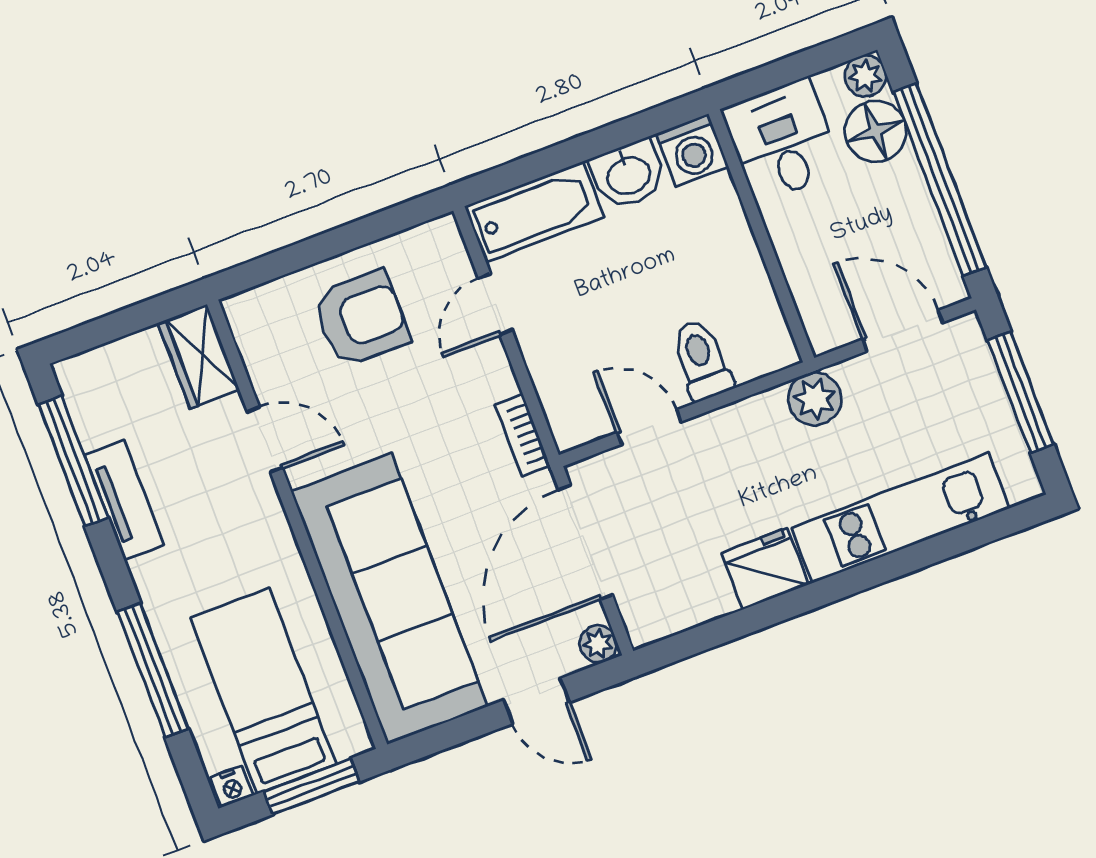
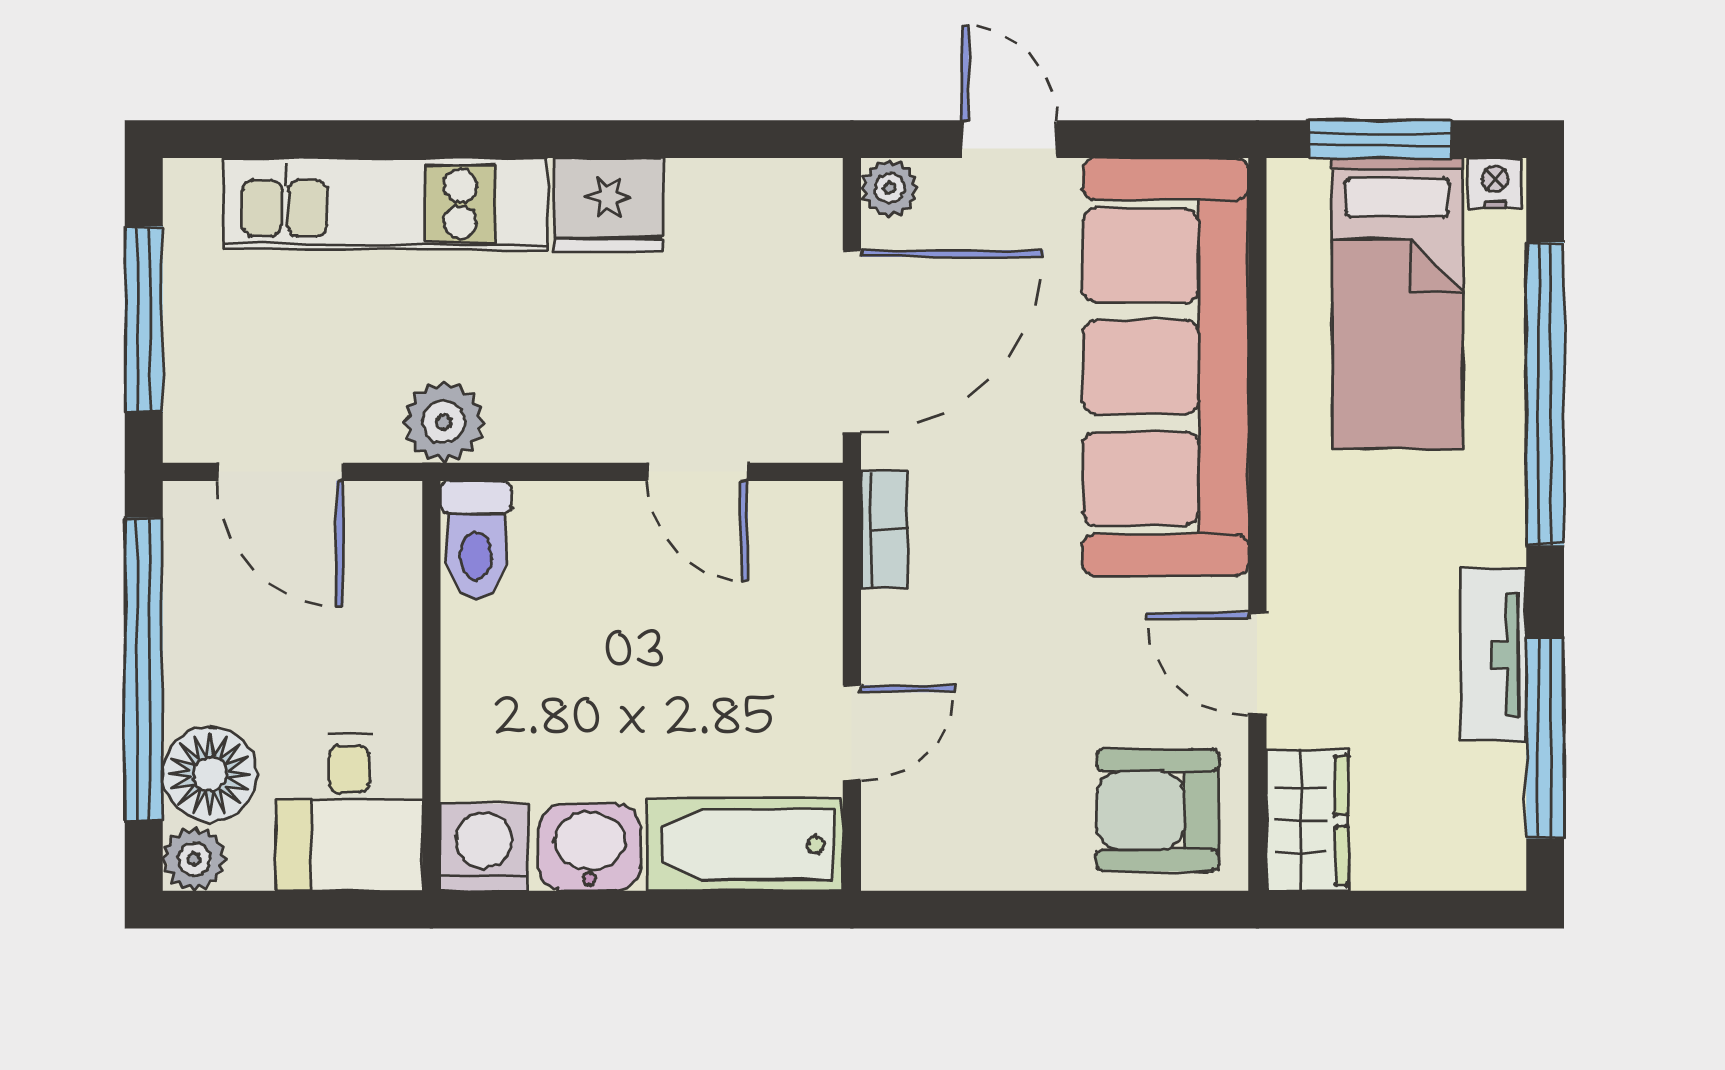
armchair: (361, 319) -> (1158, 810), moved
toilet: (702, 360) -> (476, 540), moved
window: (153, 670) -> (1545, 394), width x1.46

